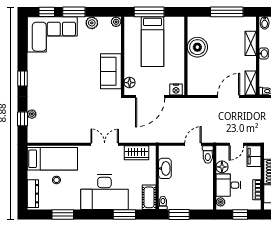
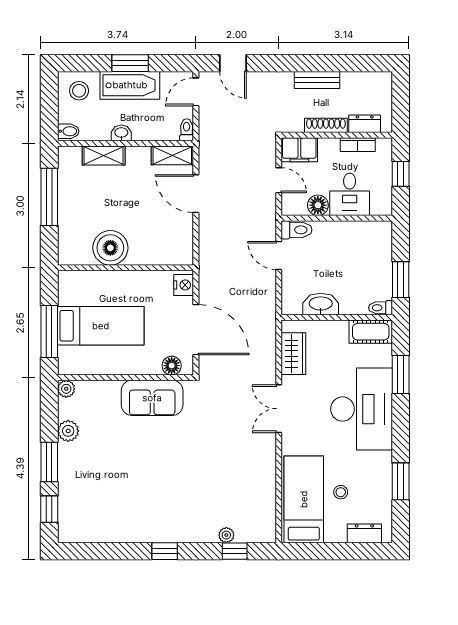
corner sofa: (52, 34) -> (88, 500), removed
dresser: (33, 194) -> (364, 533), width x0.70
plant: (221, 202) -> (379, 208), removed

